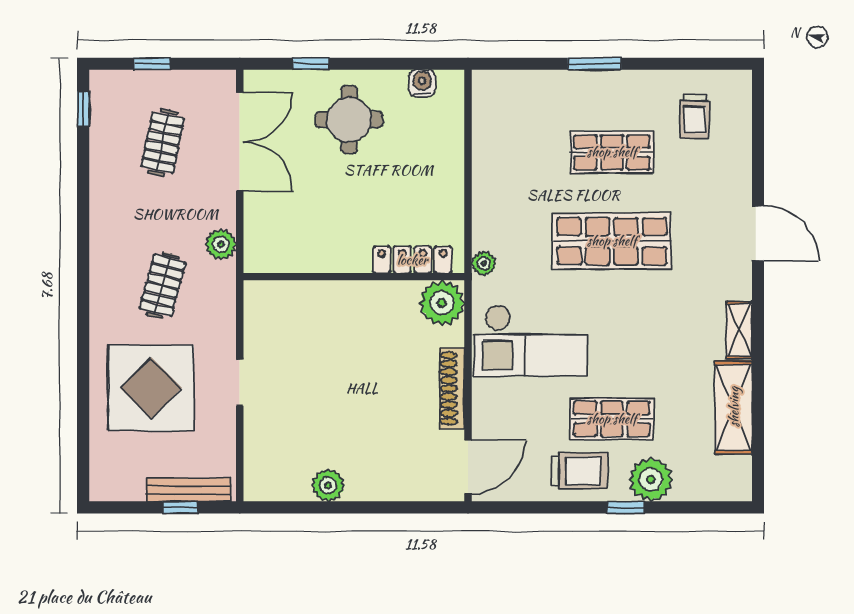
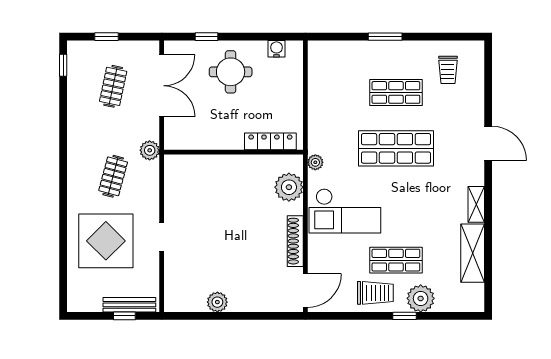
locker: (412, 260) -> (270, 141), moved
wall: (354, 277) -> (234, 152), moved

